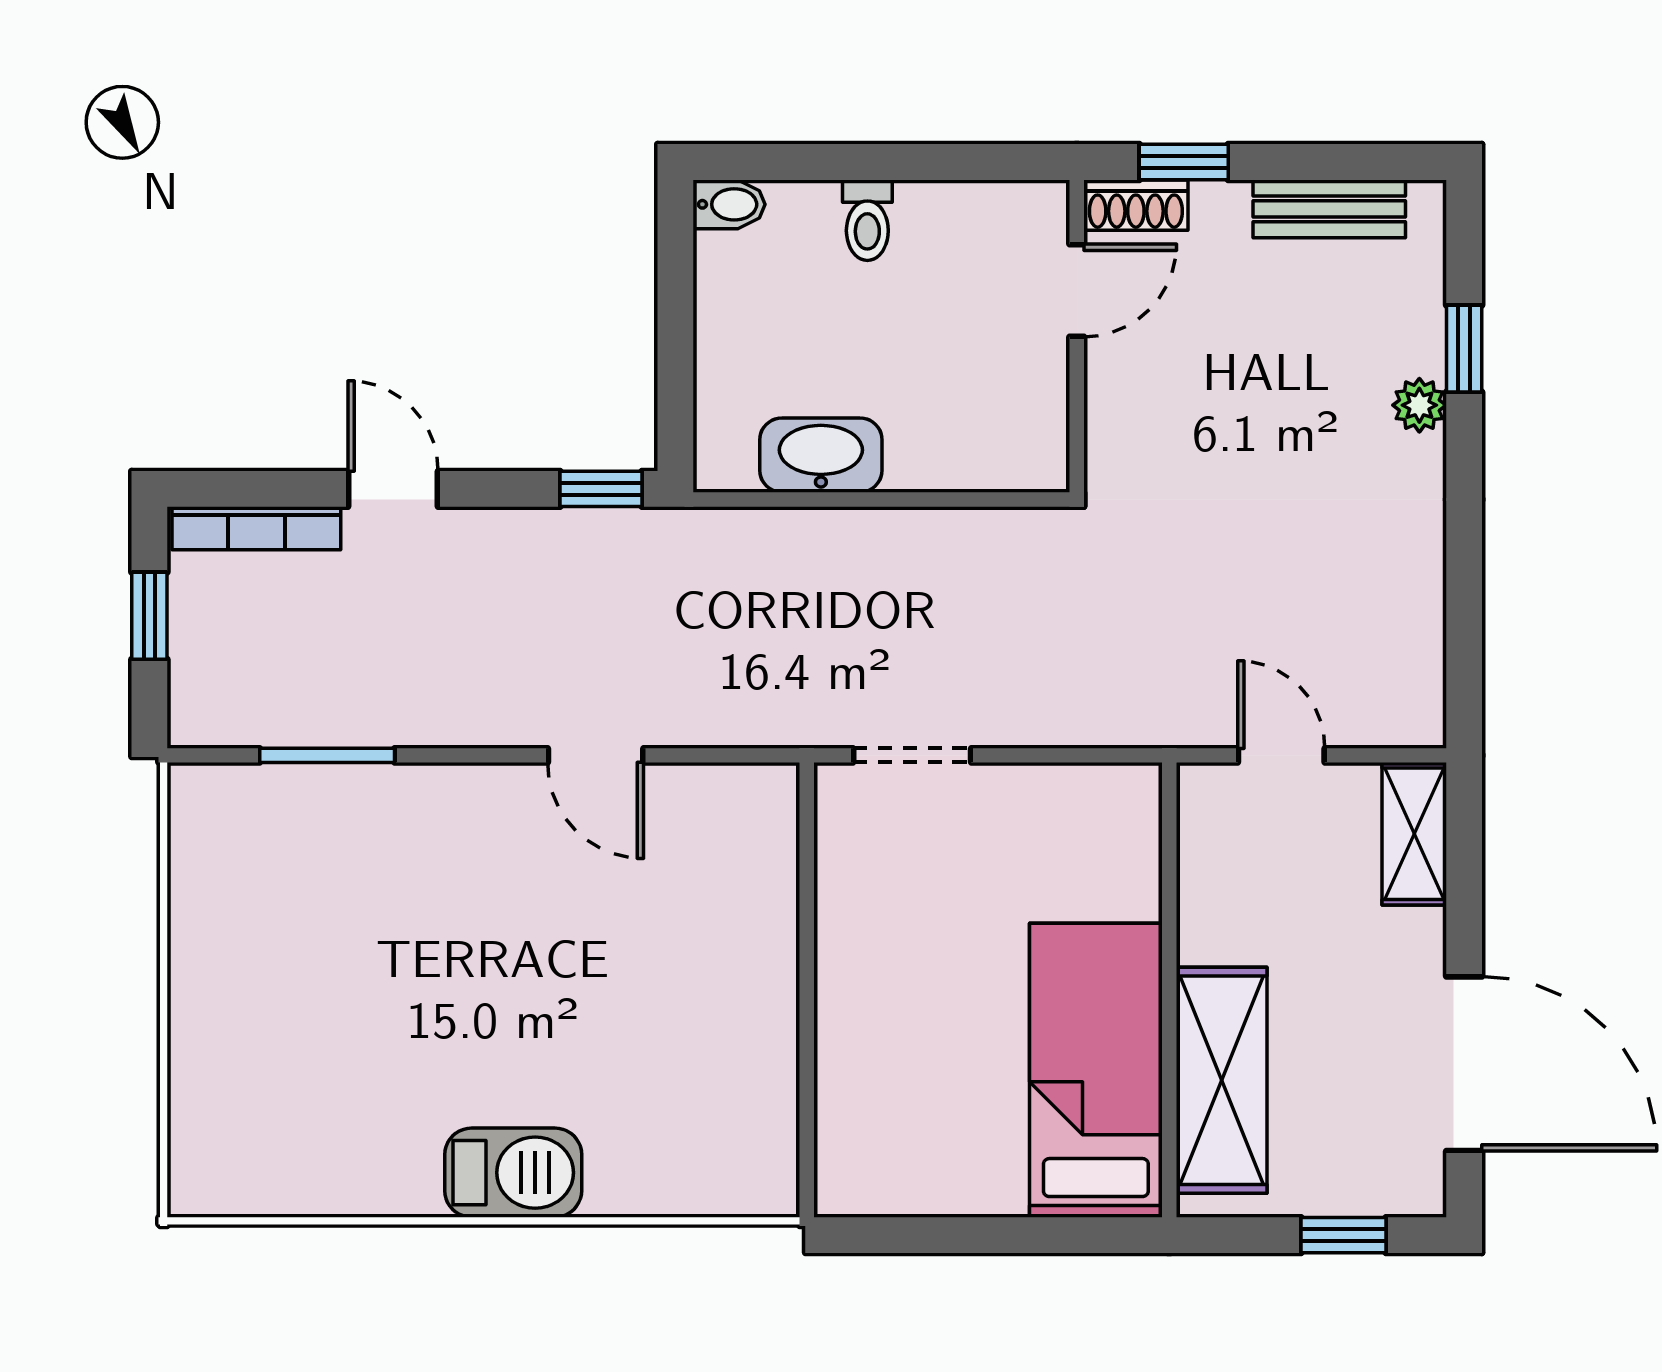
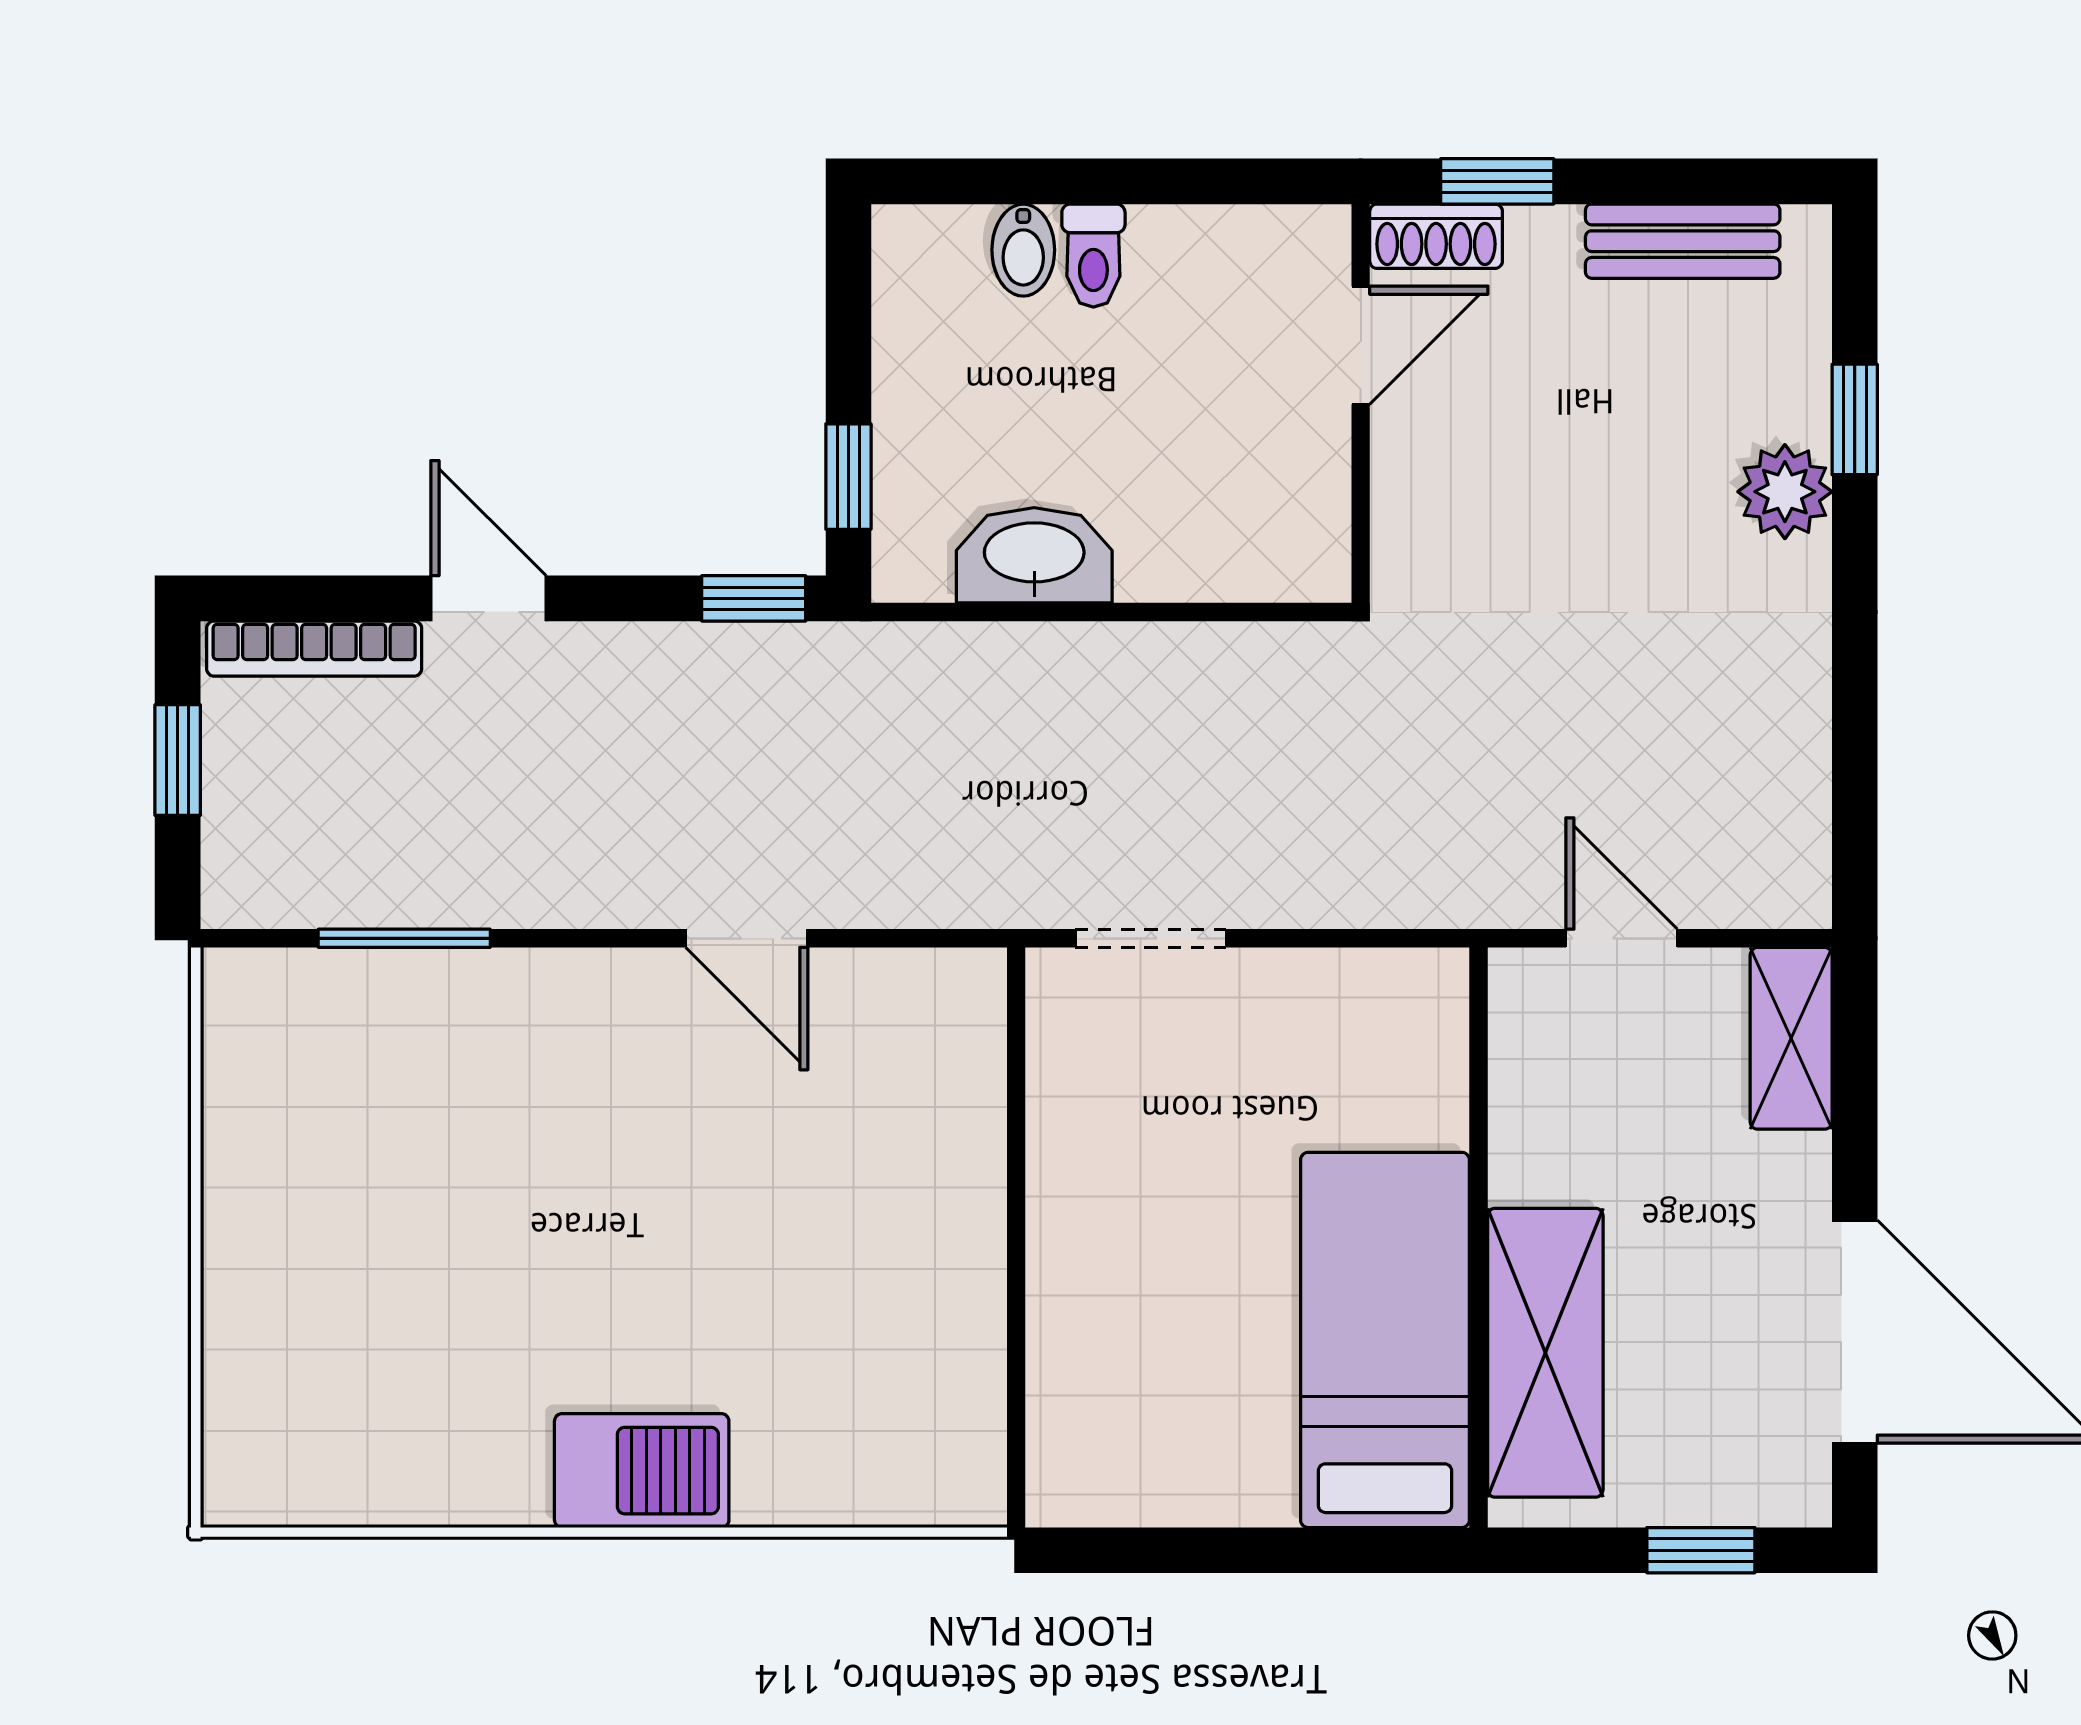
bidet: (729, 204) -> (1023, 250), moved, turned 90
window: (675, 393) -> (848, 477), added
plant: (1419, 405) -> (1785, 492), width x1.38, depth x1.38

